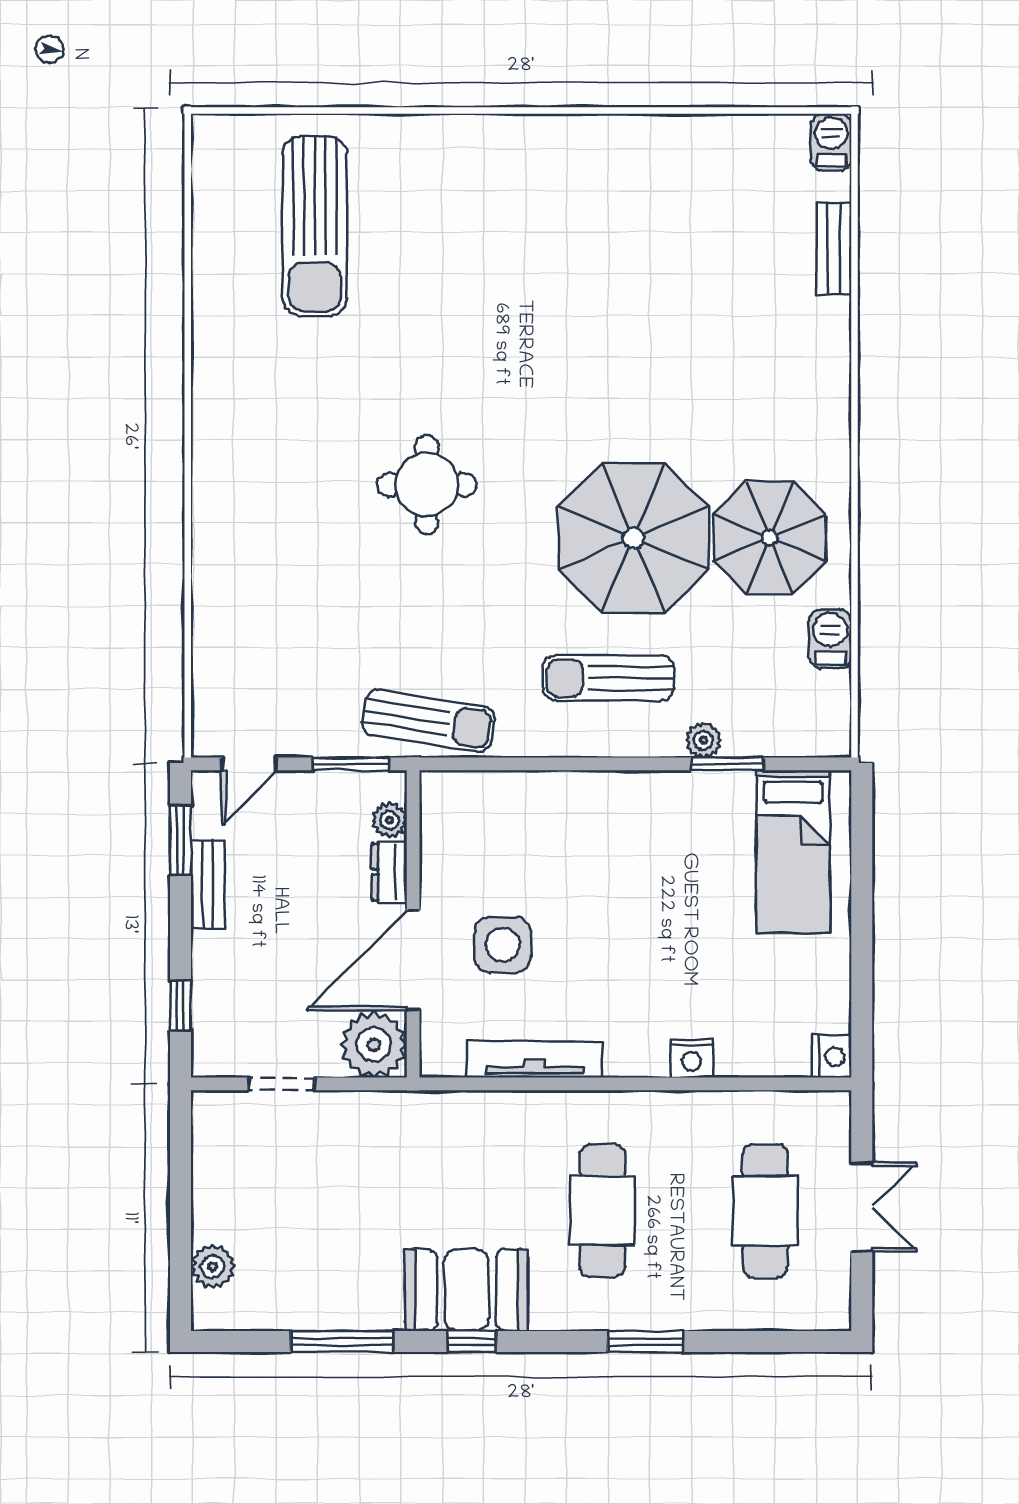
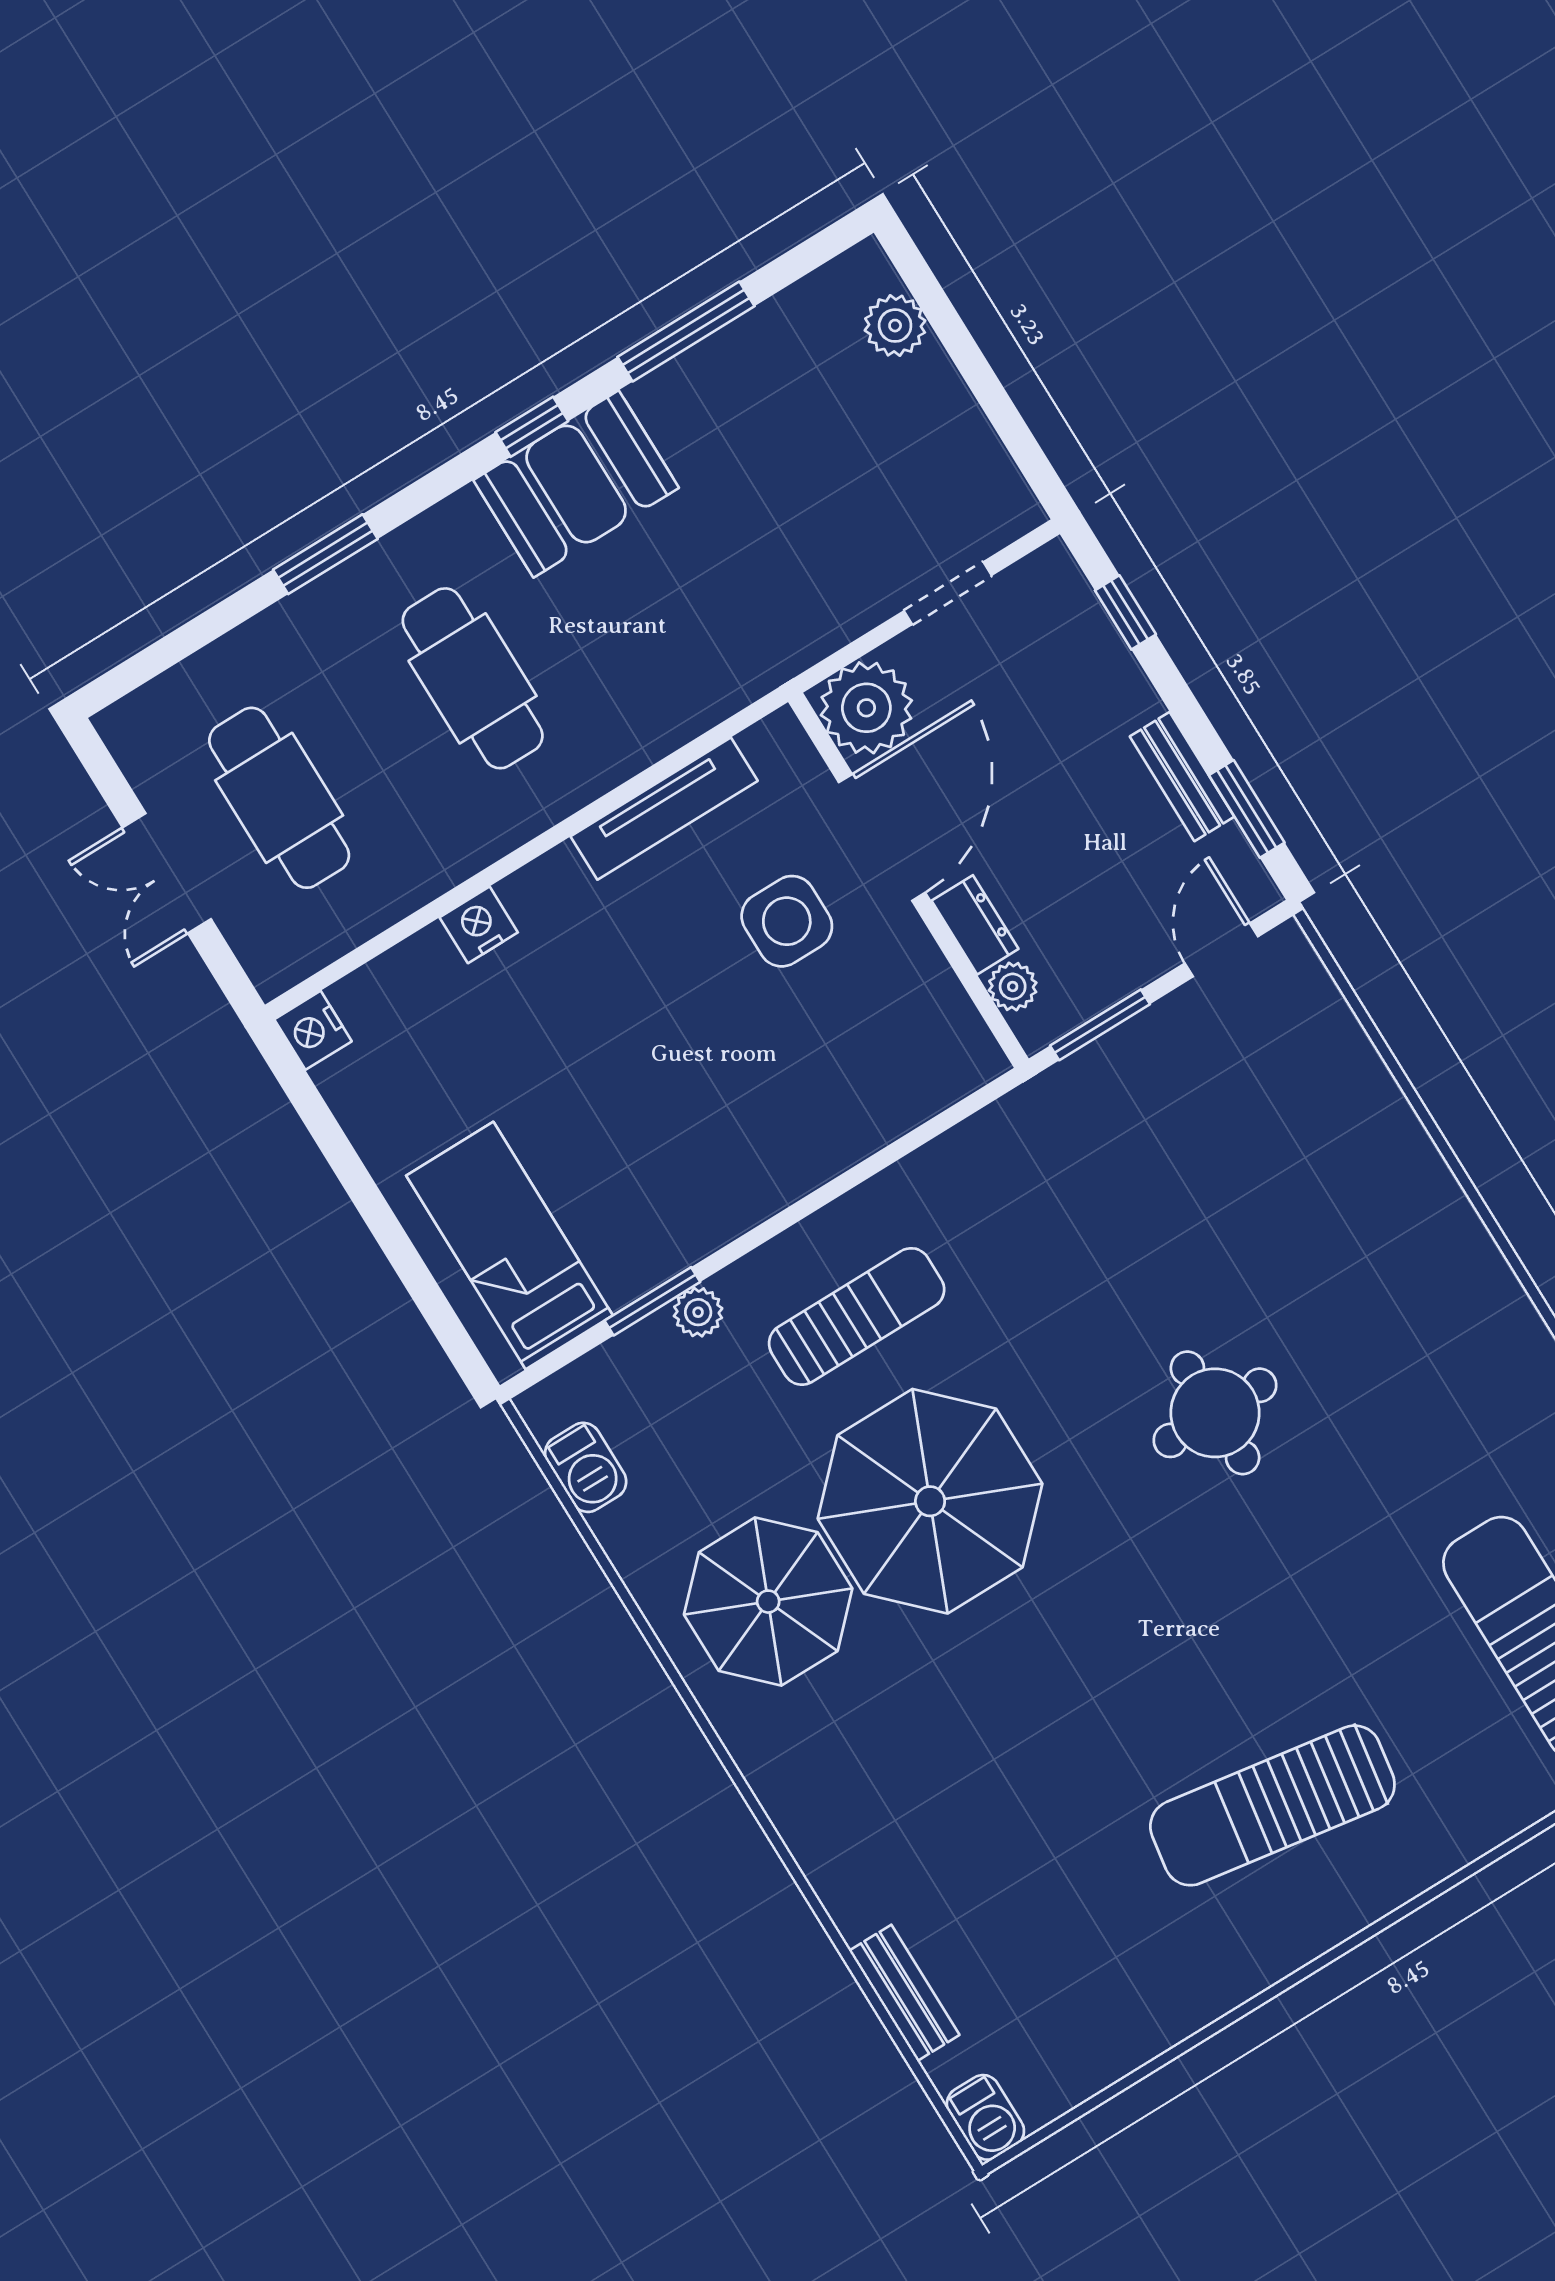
barbecue: (830, 639) -> (586, 1467), moved
sun lounger: (428, 721) -> (1272, 1805), moved, width x1.36, depth x1.34

